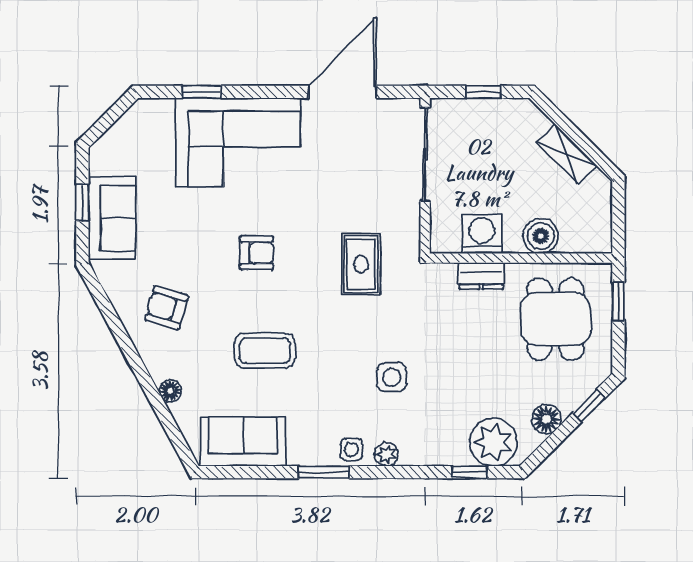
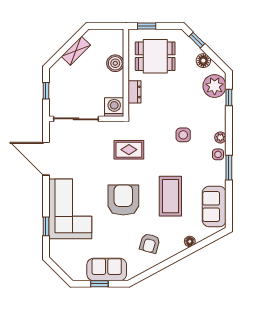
washing machine: (482, 234) -> (114, 107), moved, turned 90
armchair: (256, 253) -> (123, 200), width x1.88, depth x1.88
coffee table: (265, 351) -> (170, 196), width x1.36, depth x1.32

